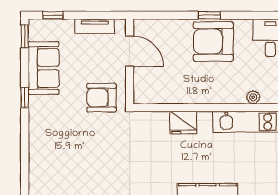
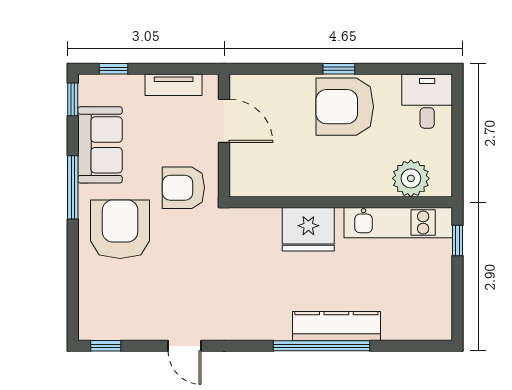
window: (25, 97) -> (73, 187), width x2.17
plant: (253, 97) -> (411, 178), width x1.87, depth x1.87
fridge: (183, 123) -> (308, 229), width x1.36, depth x1.34
armchair: (58, 126) -> (120, 229), added

